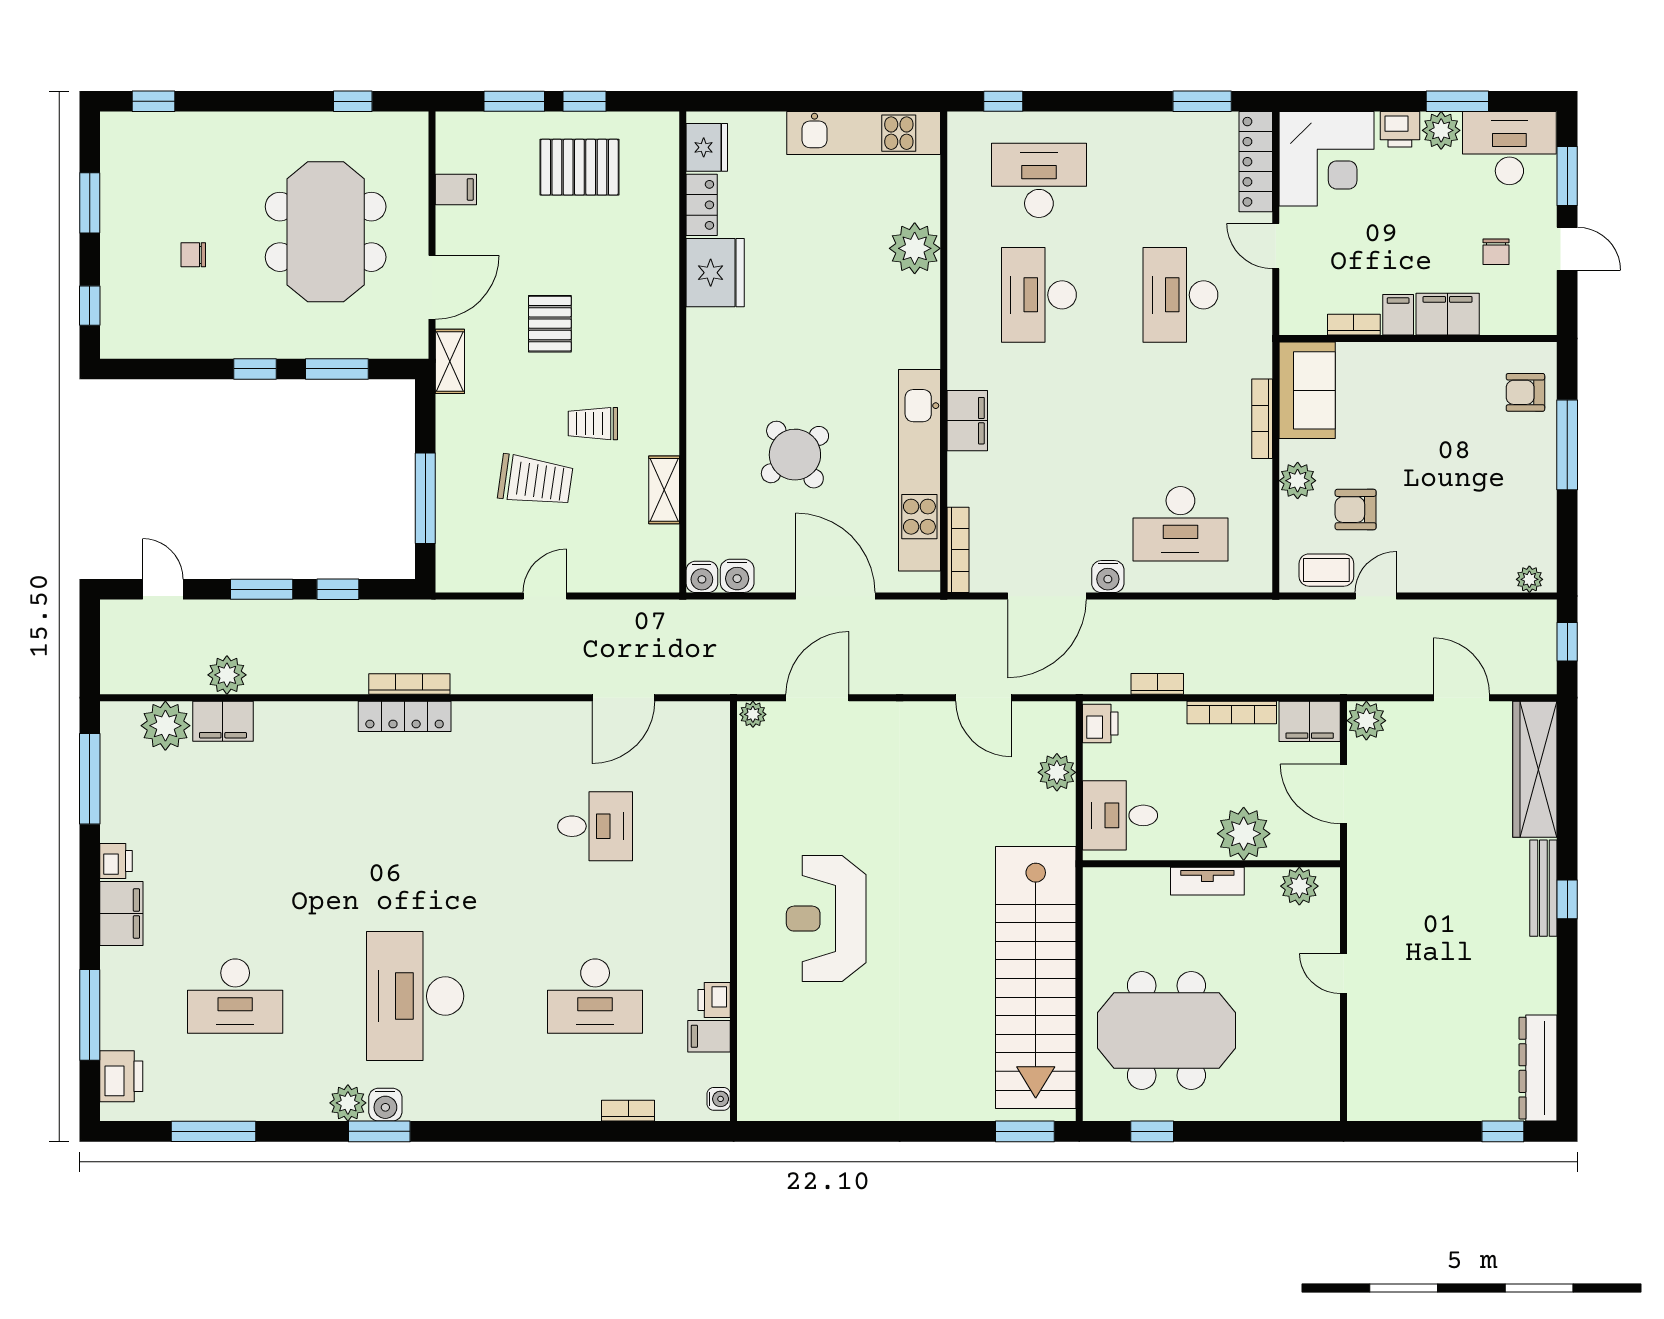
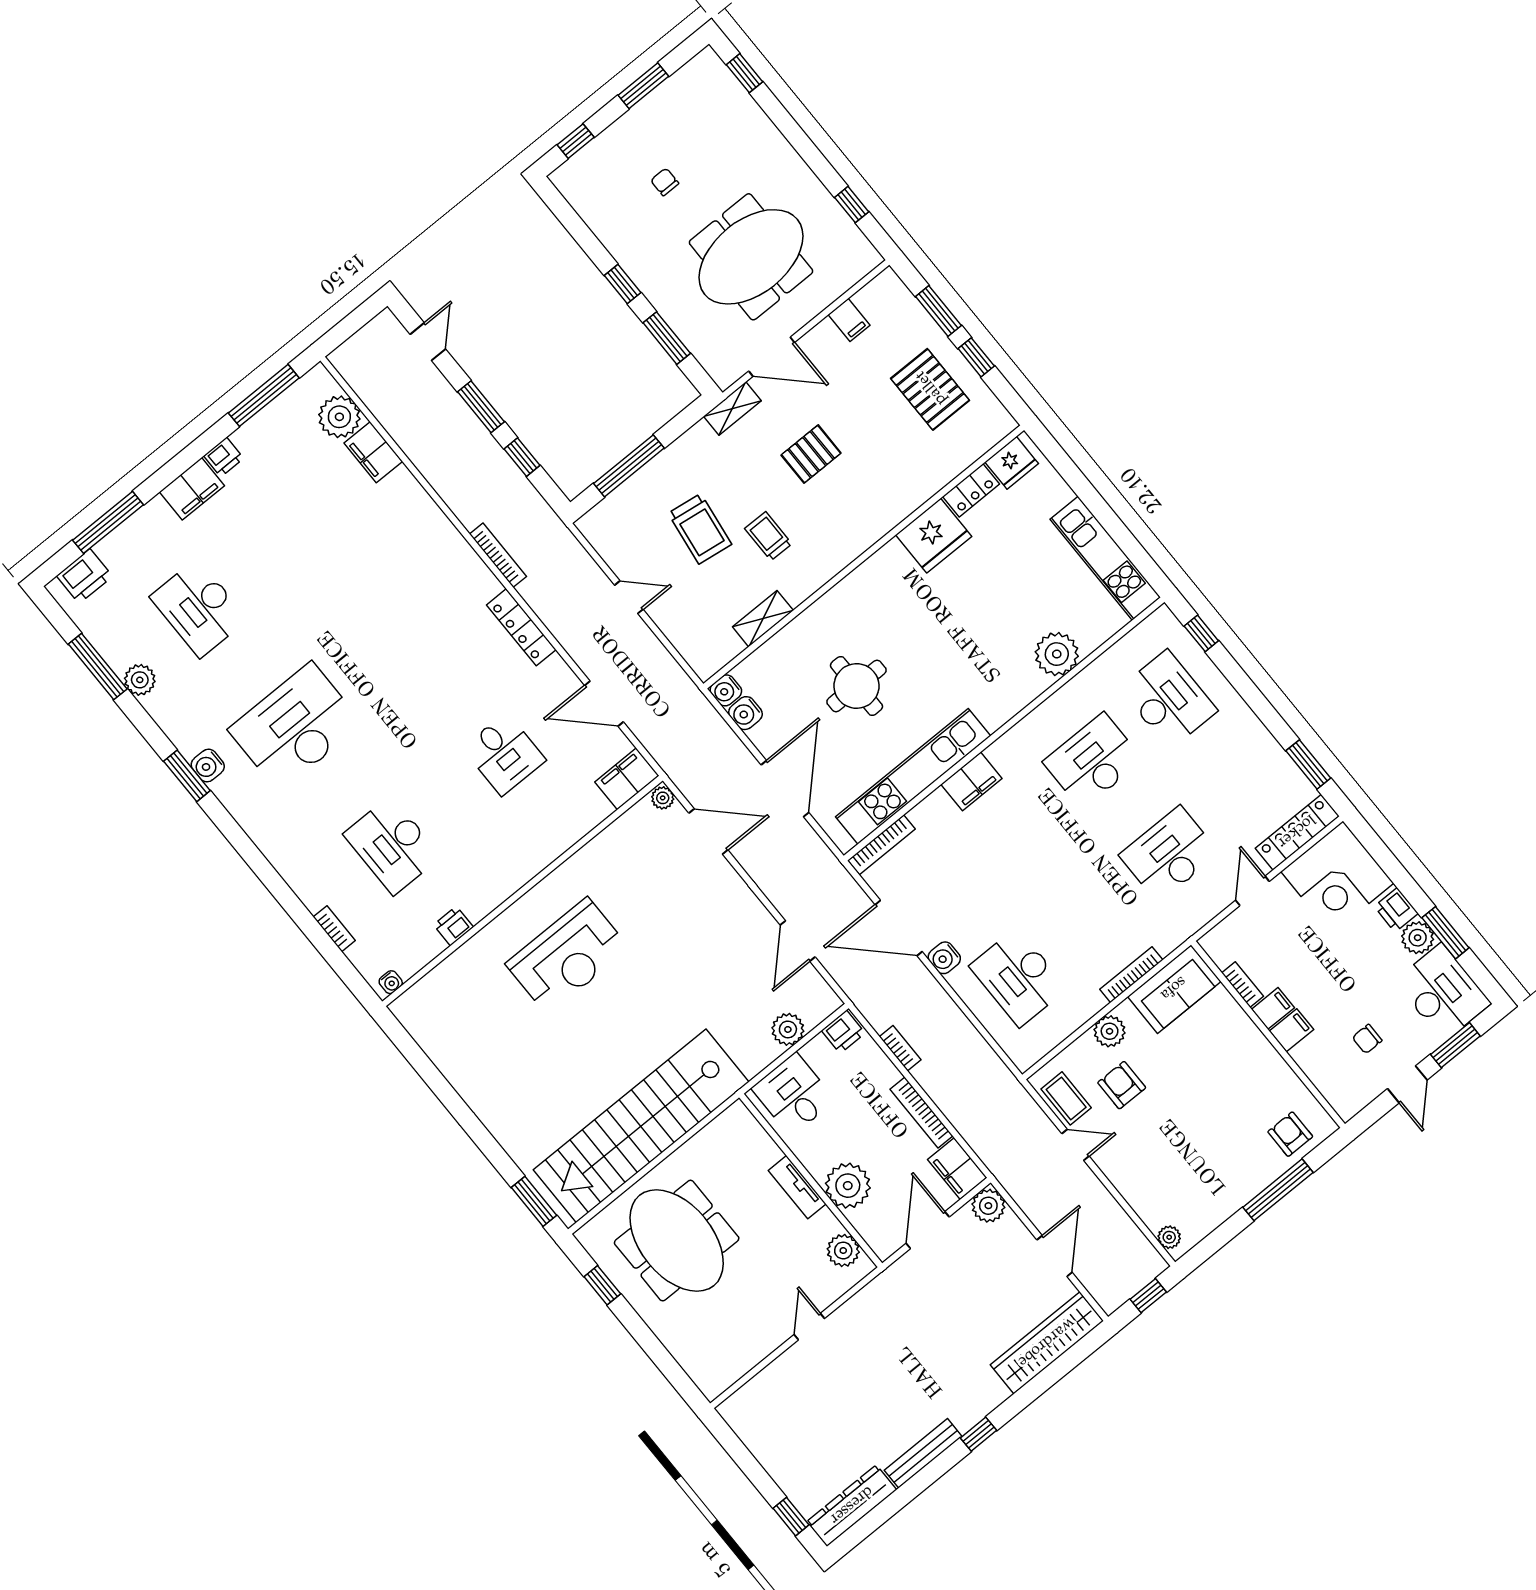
filing cabinet: (1448, 314) -> (1291, 1030), width x0.50
round table: (795, 455) -> (856, 686), turned 38
plant: (227, 675) -> (406, 430), removed
locker: (405, 716) -> (521, 627), moved
bench: (1543, 888) -> (923, 1453), moved
reception desk: (826, 919) -> (567, 956), turned 180
filing cabinet: (709, 1036) -> (627, 779), moved, width x2.00
plant: (348, 1103) -> (140, 680), moved

